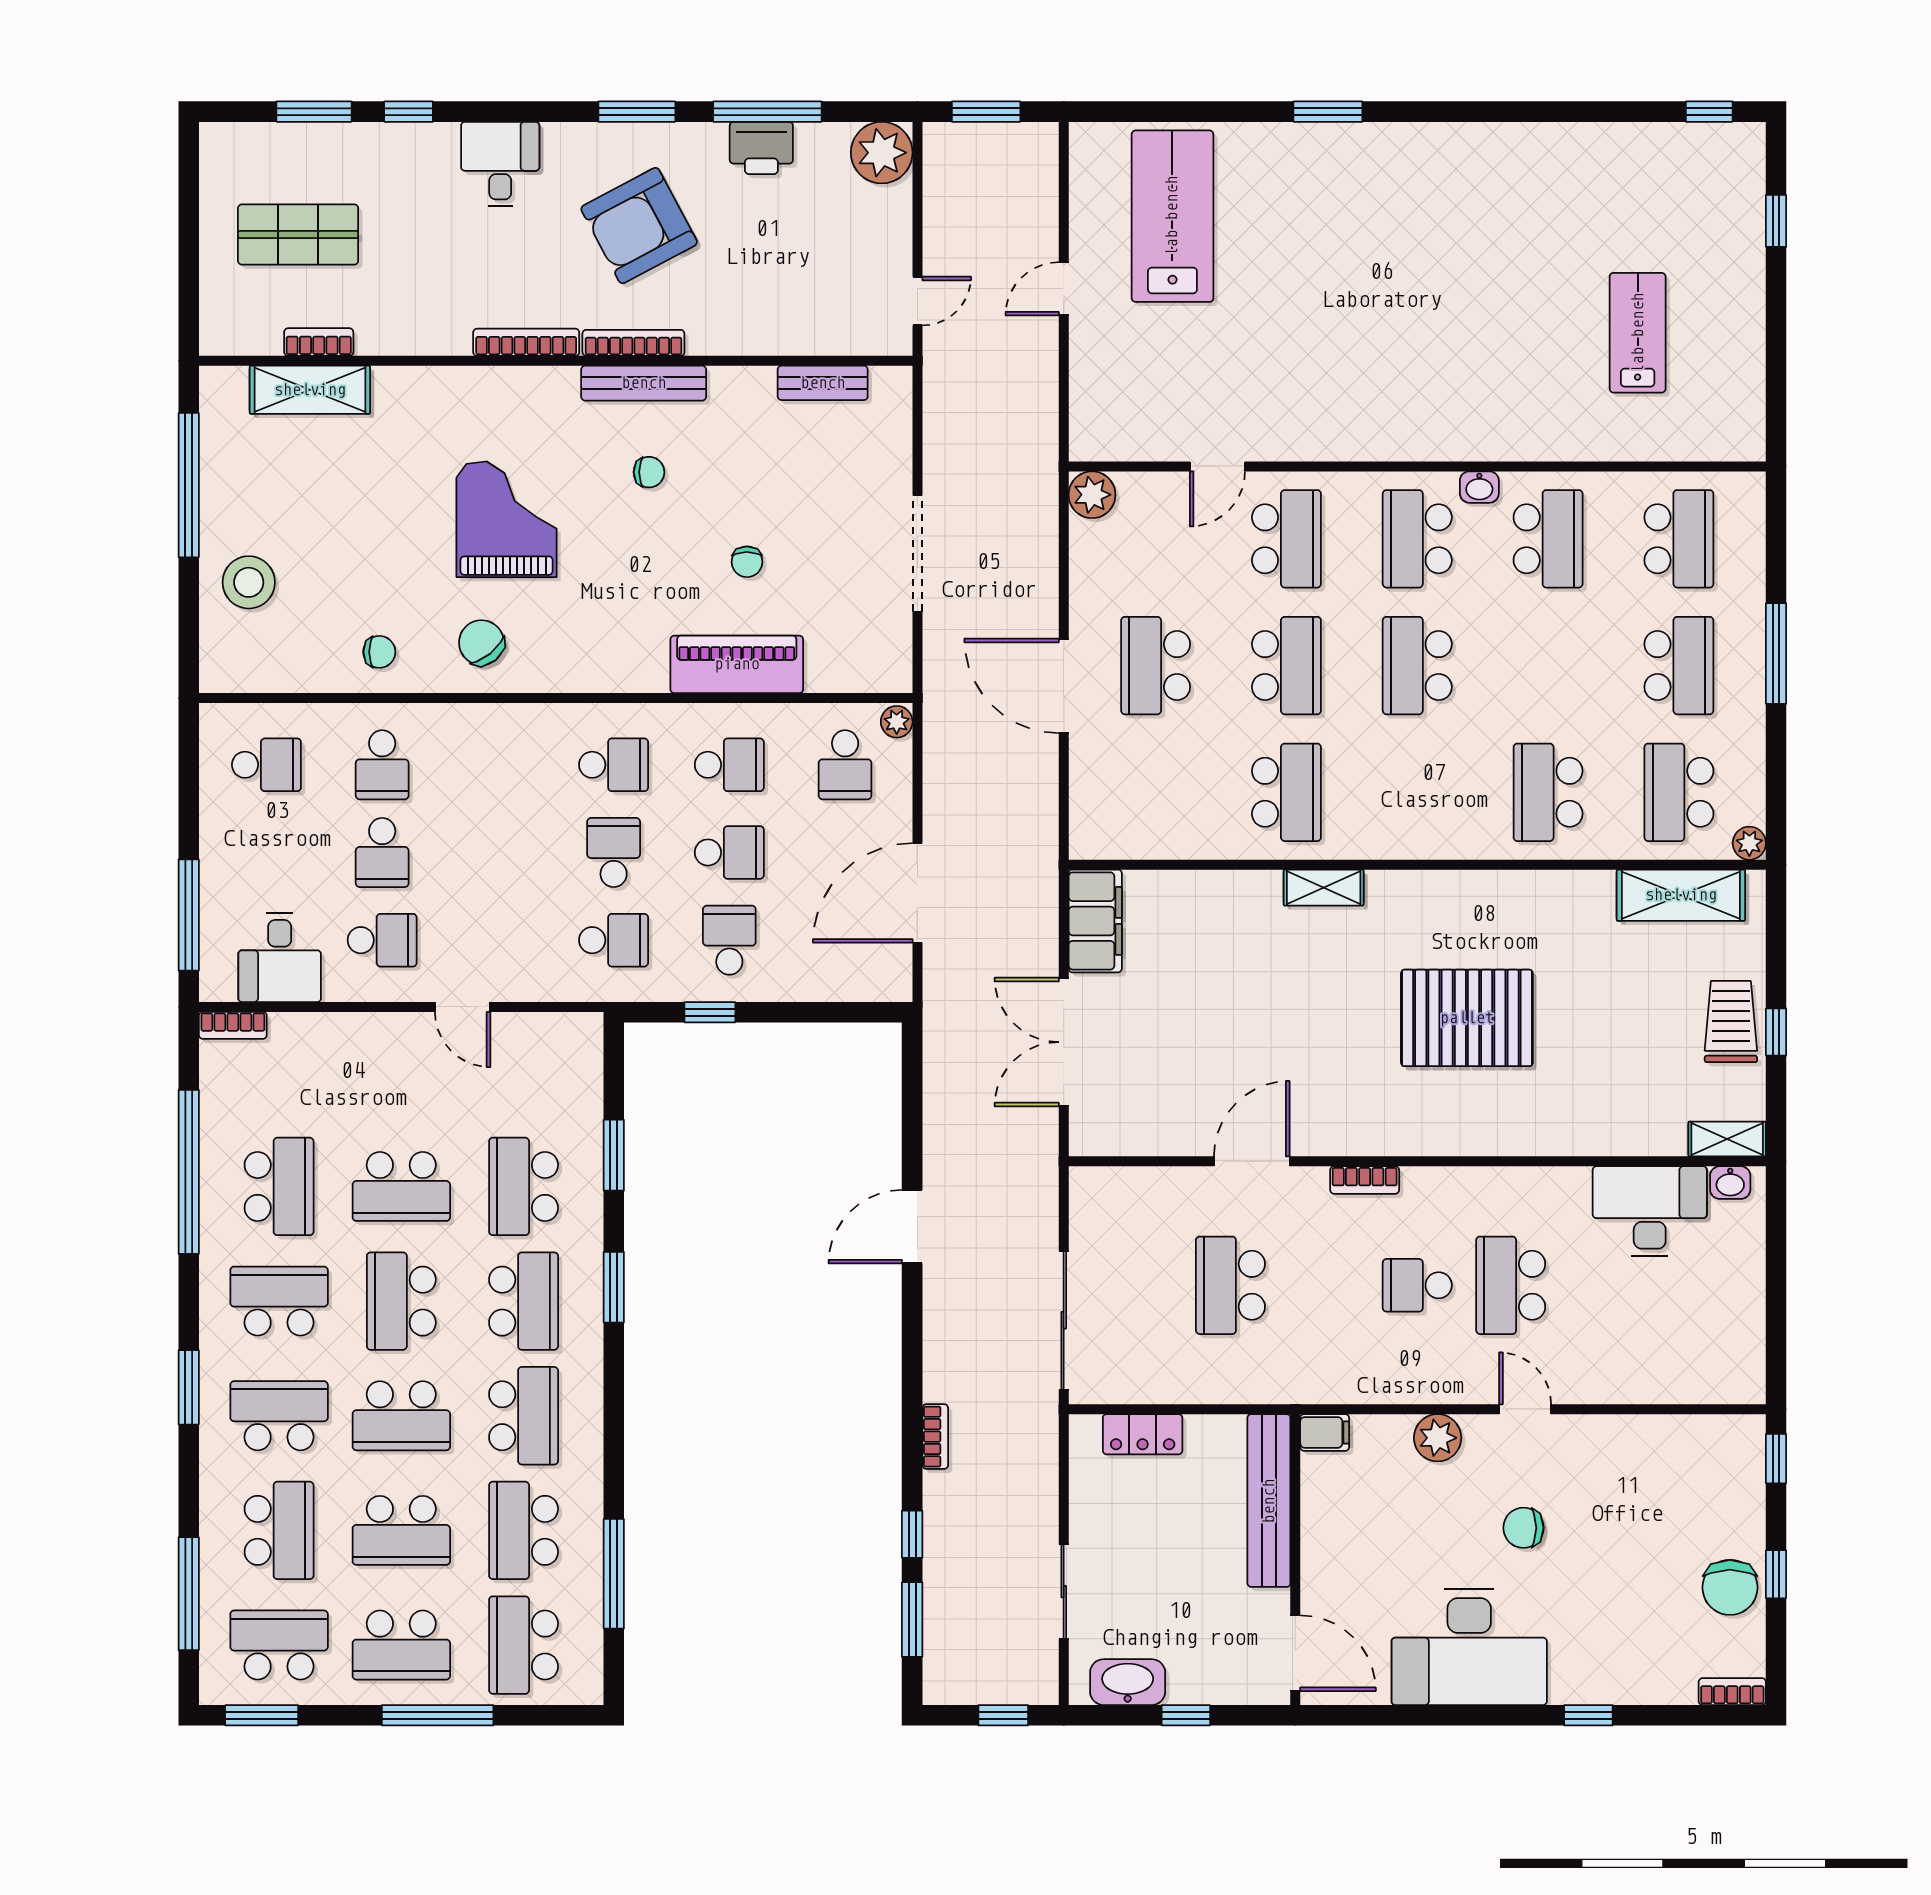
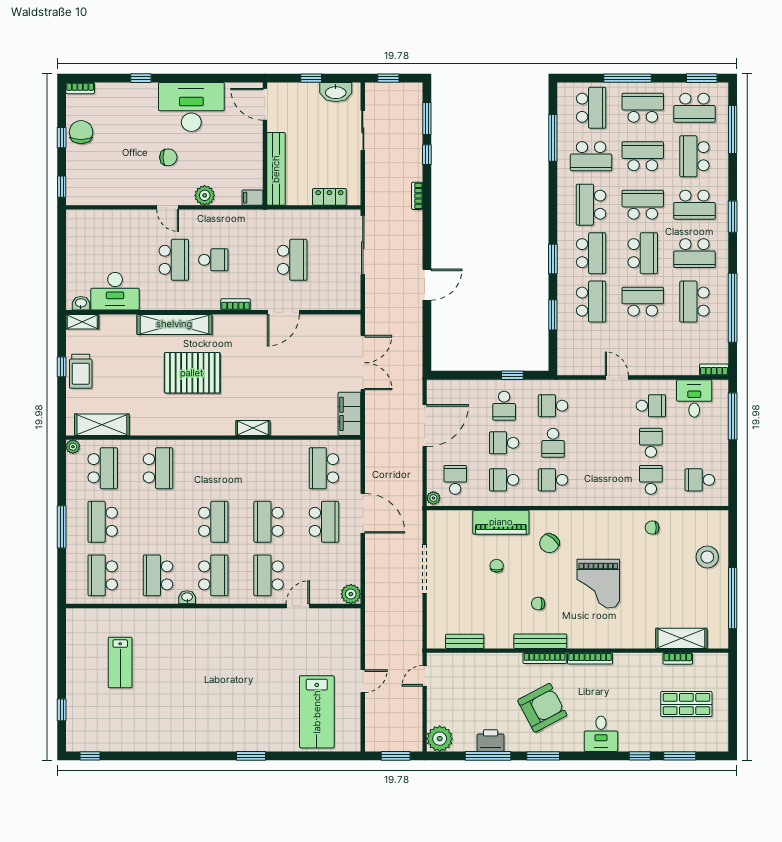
chair: (481, 643) -> (549, 543), moved, turned 78
school desk: (1286, 792) -> (324, 468), moved
school desk: (382, 940) -> (651, 406), turned 180
shelving: (1509, 1132) -> (174, 324), added
school desk: (524, 1301) -> (591, 253), turned 180
school desk: (524, 1530) -> (591, 156), turned 90

